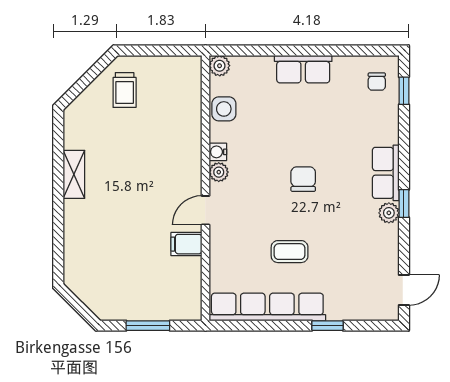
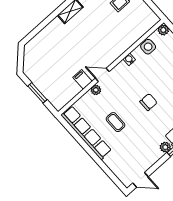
plant: (219, 172) -> (96, 90), moved
window: (328, 326) -> (100, 163), removed

